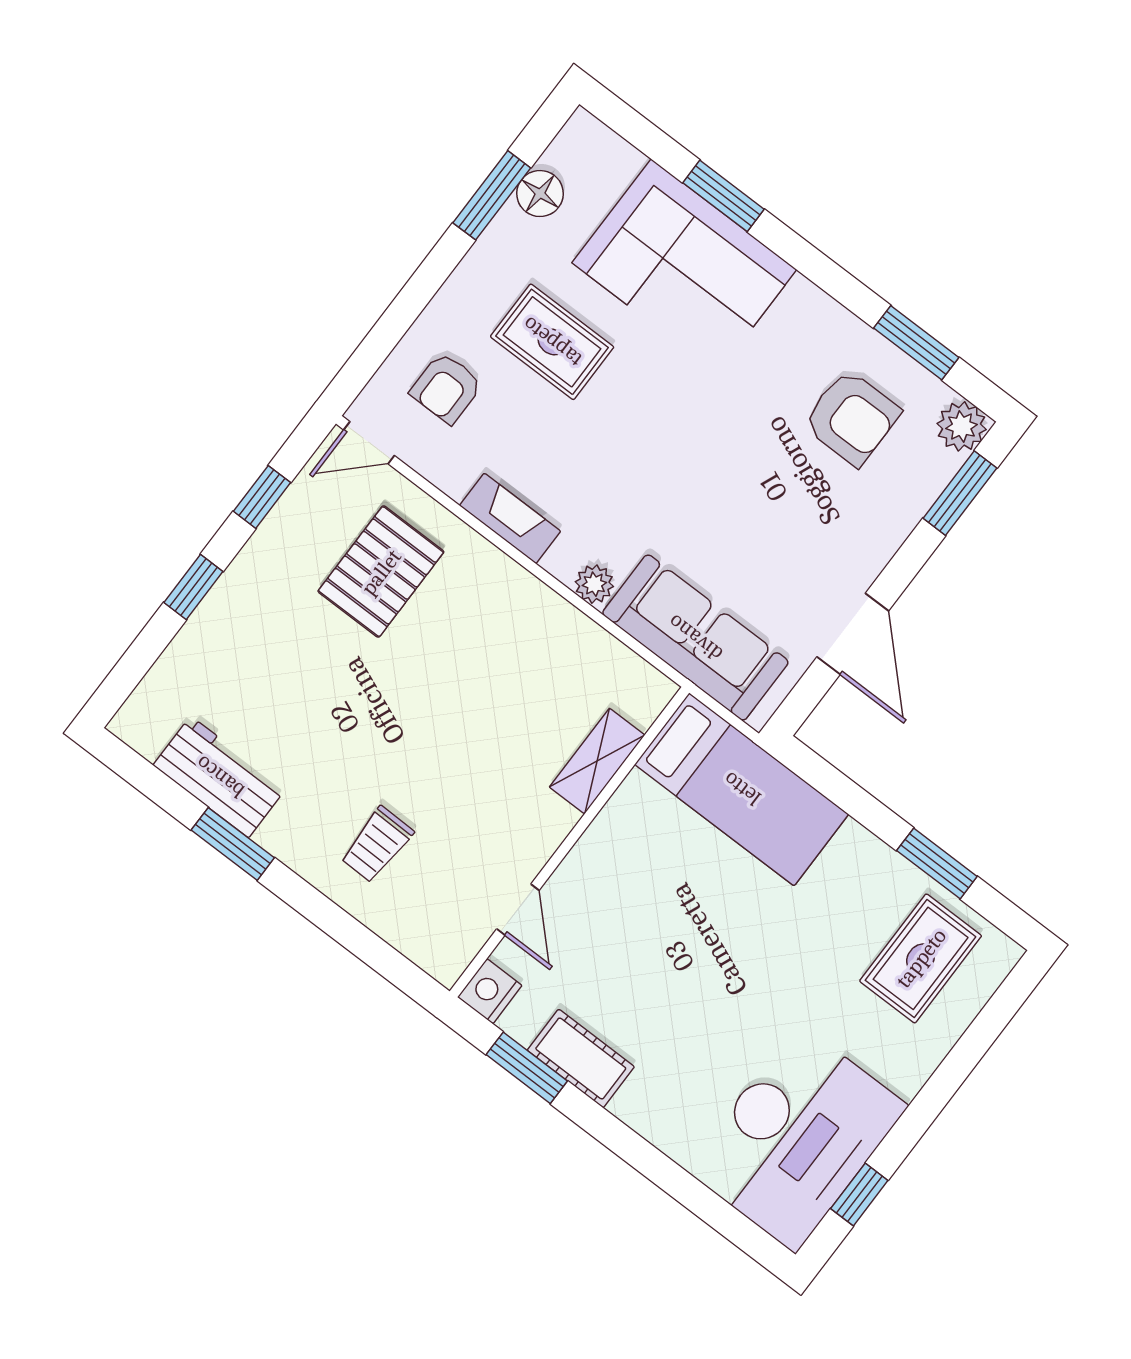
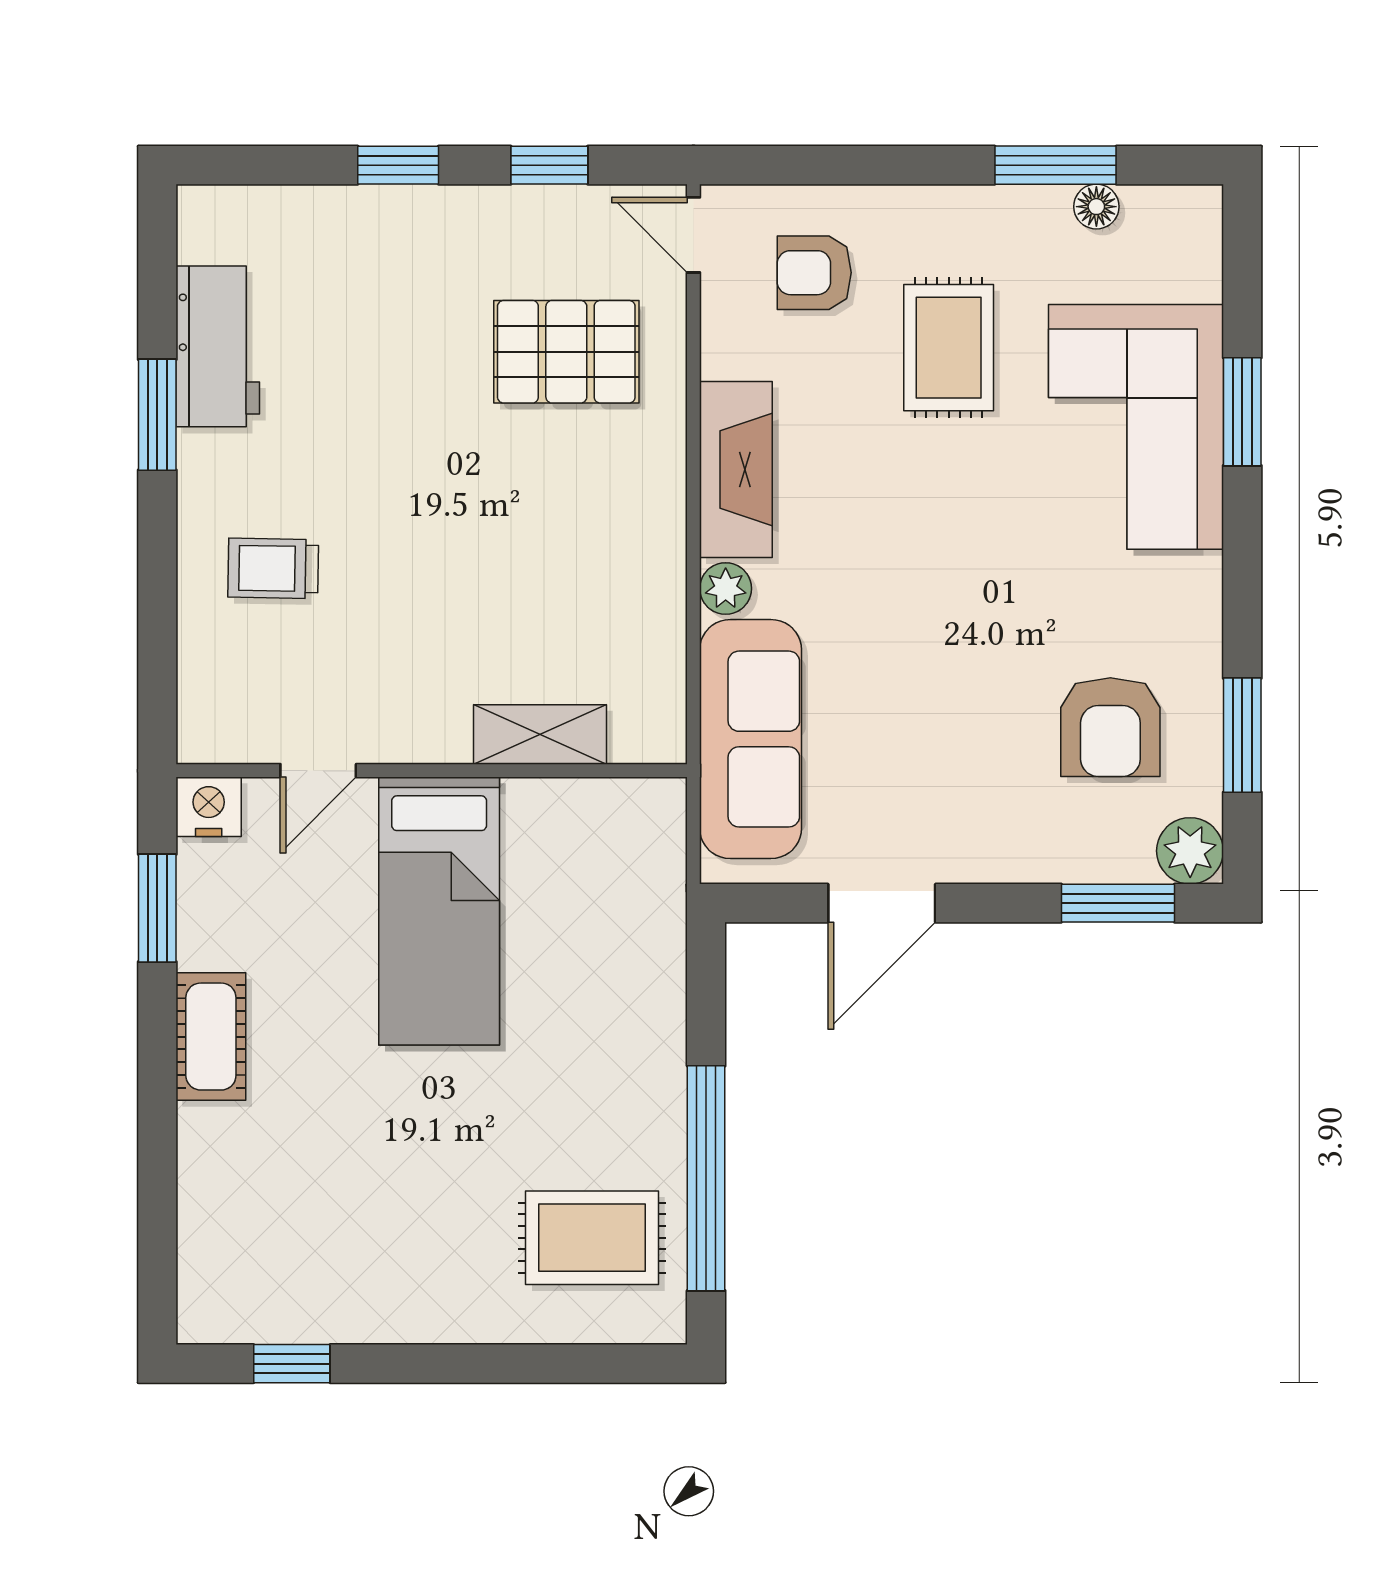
floor lamp: (540, 194) -> (1096, 207), width x0.73, depth x0.73
fireplace: (510, 518) -> (736, 469), width x1.37, depth x1.32
bed: (742, 789) -> (439, 911), moved
window: (937, 863) -> (706, 1178), width x2.11
cot: (581, 1058) -> (211, 1037), moved
desk: (797, 1138) -> (301, 1251), removed

